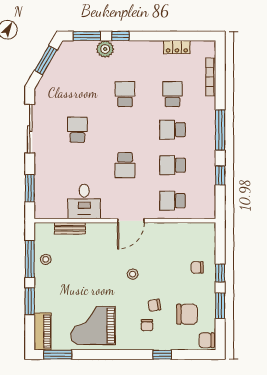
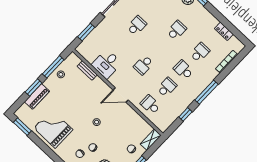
school desk: (173, 165) -> (167, 87), turned 90
shelving: (209, 238) -> (151, 140), added
piano: (43, 331) -> (37, 96), moved

